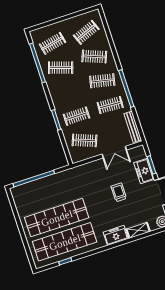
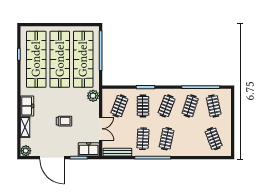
clothes rail: (94, 57) -> (167, 106), moved
double door: (114, 152) -> (101, 129), swing flipped
plant: (83, 171) -> (93, 96), added
freezer: (144, 171) -> (89, 149), moved
shop shelf: (49, 193) -> (83, 59), added

